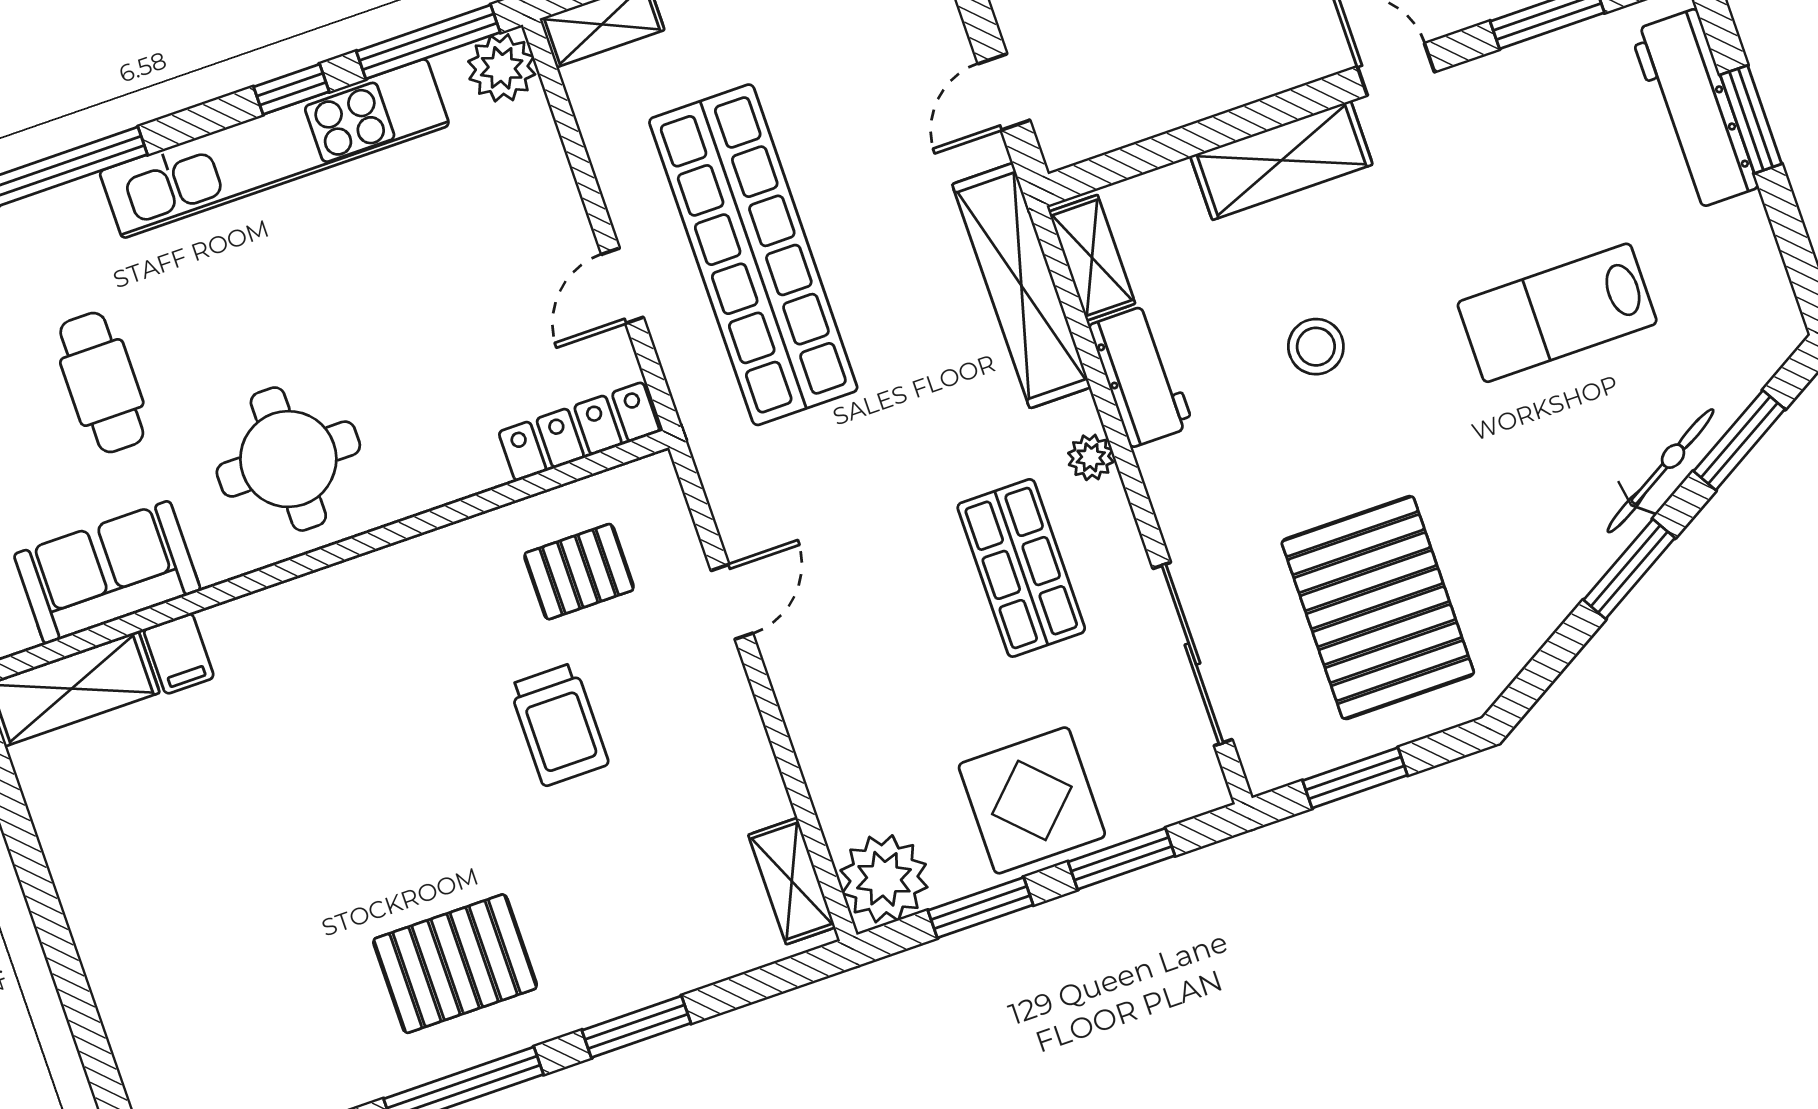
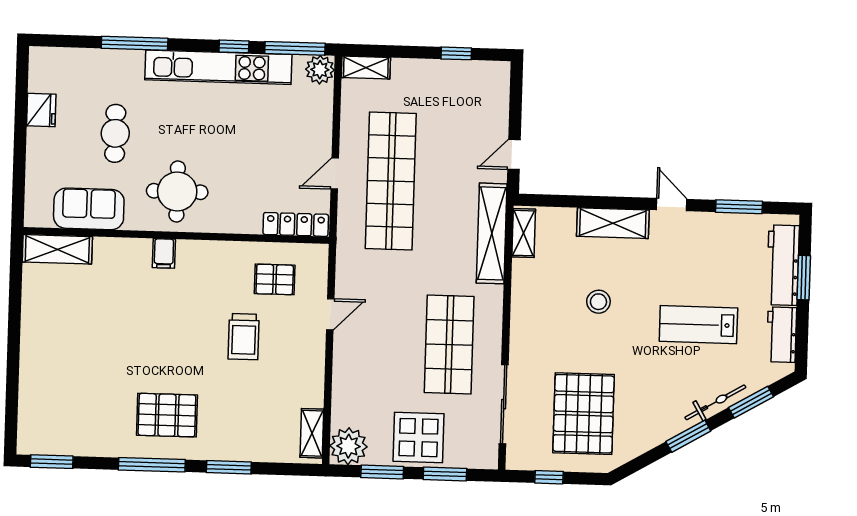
workbench: (1141, 376) -> (782, 335), moved, turned 180
plant: (1091, 457) -> (493, 311), removed
shop shelf: (1021, 568) -> (449, 344), width x1.43, depth x1.36
filing cabinet: (179, 654) -> (164, 253), moved
window: (1355, 778) -> (549, 477), width x0.67

